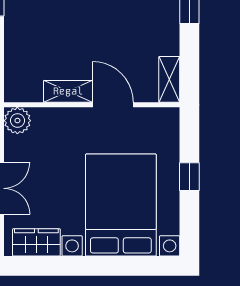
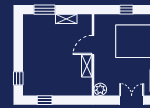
shelving: (169, 79) -> (66, 19), moved

